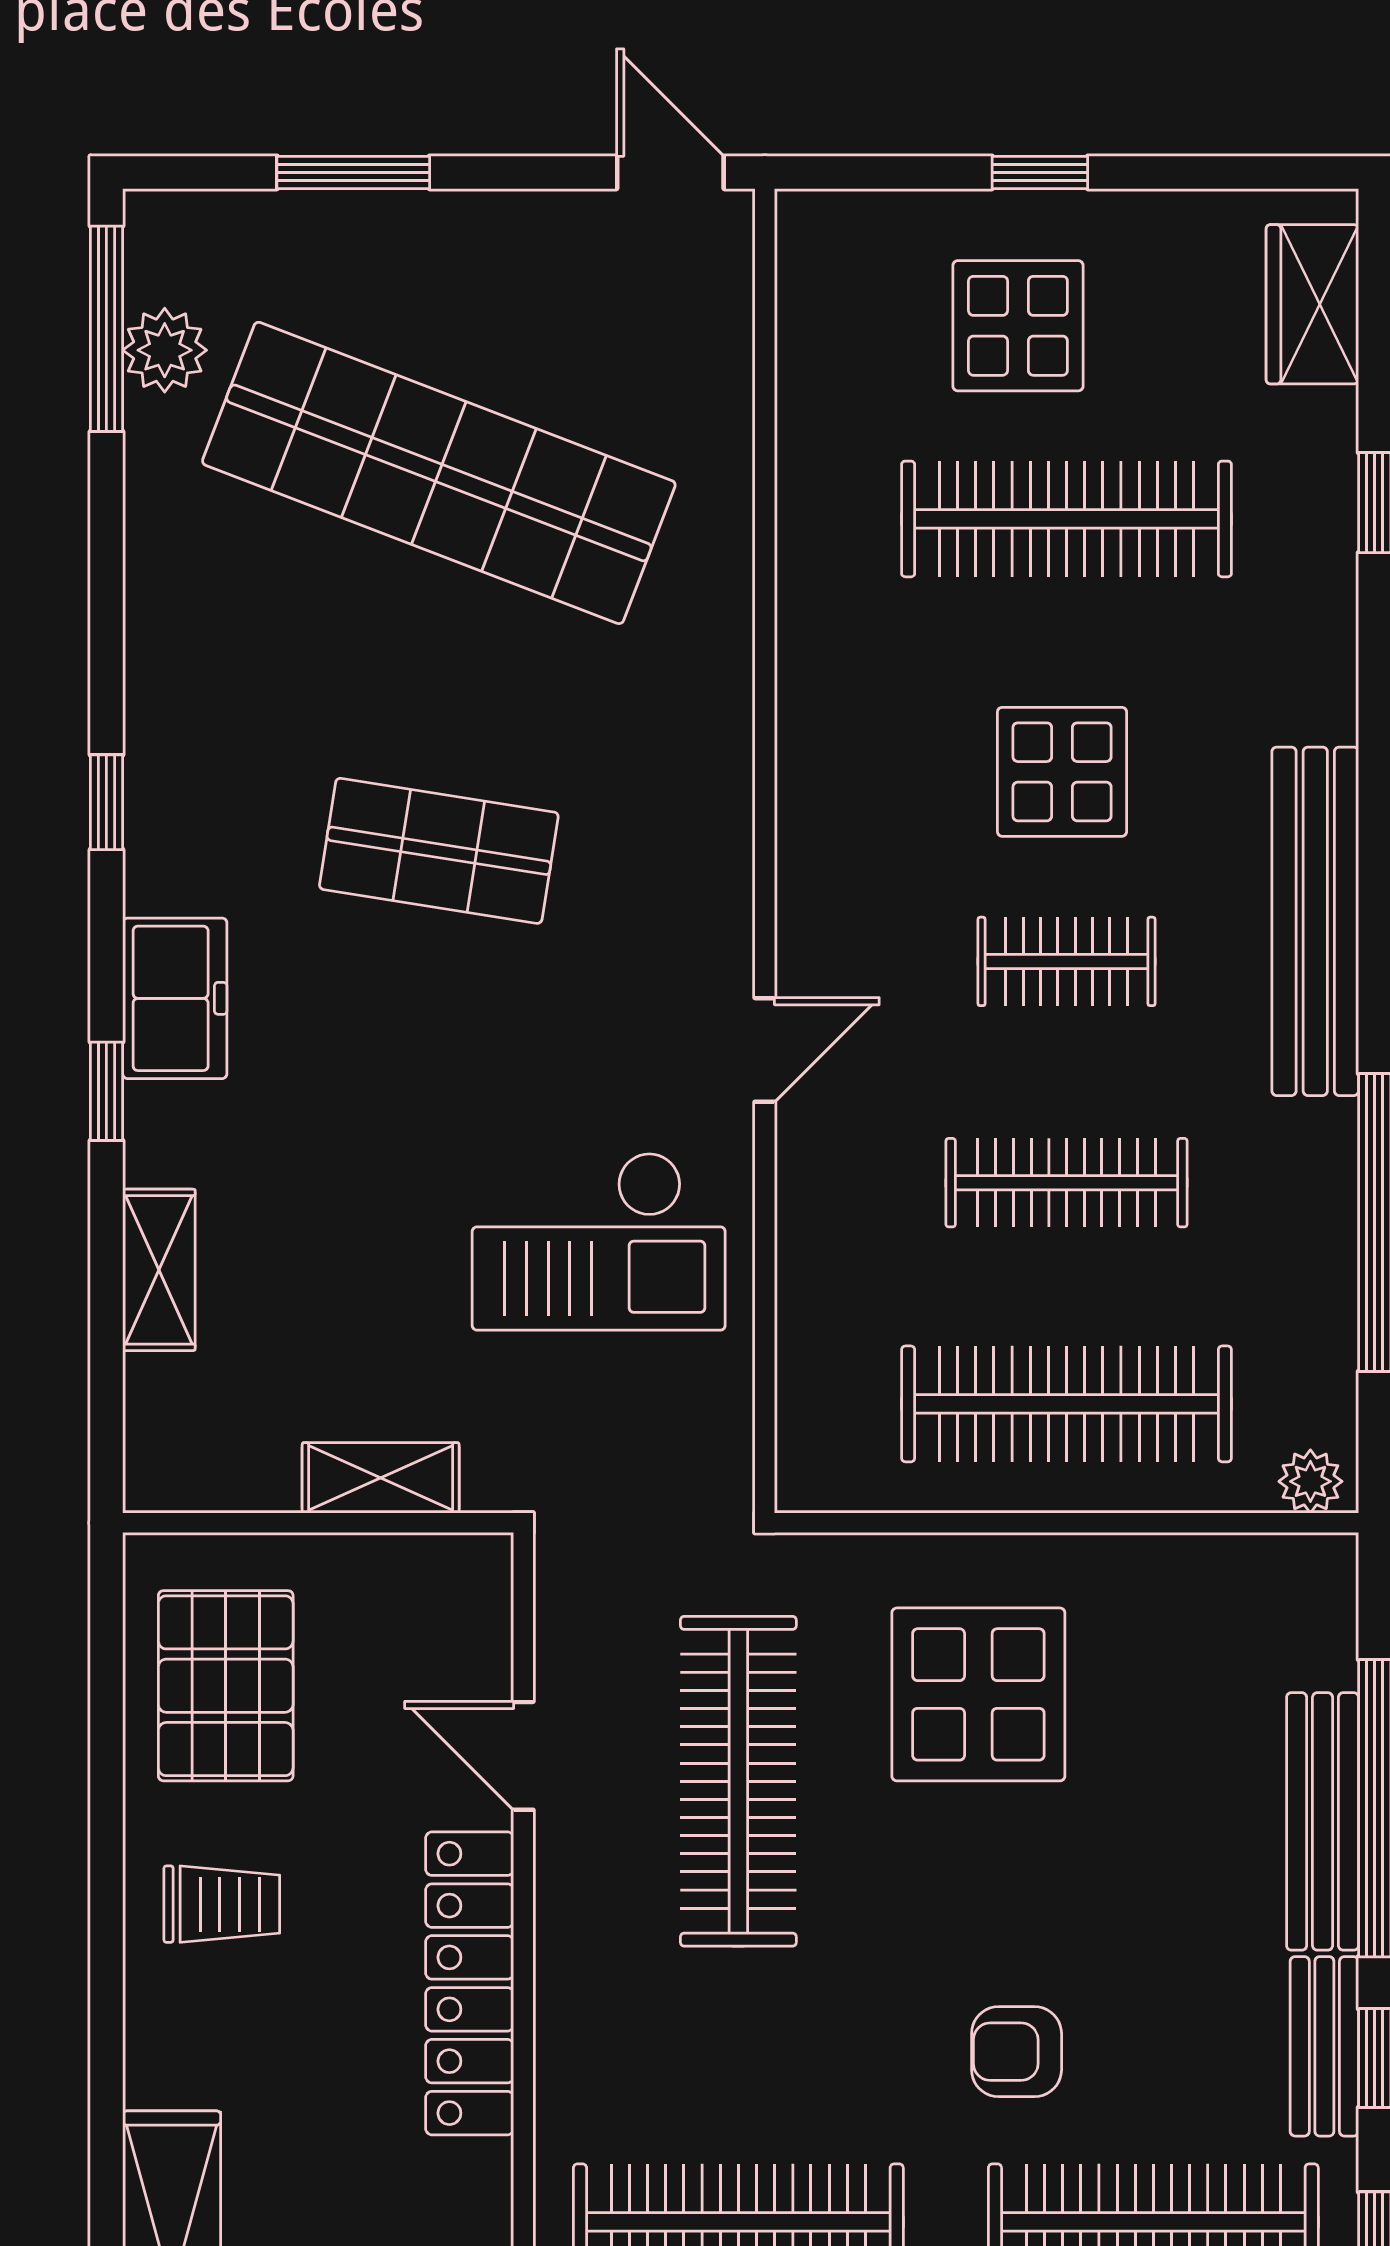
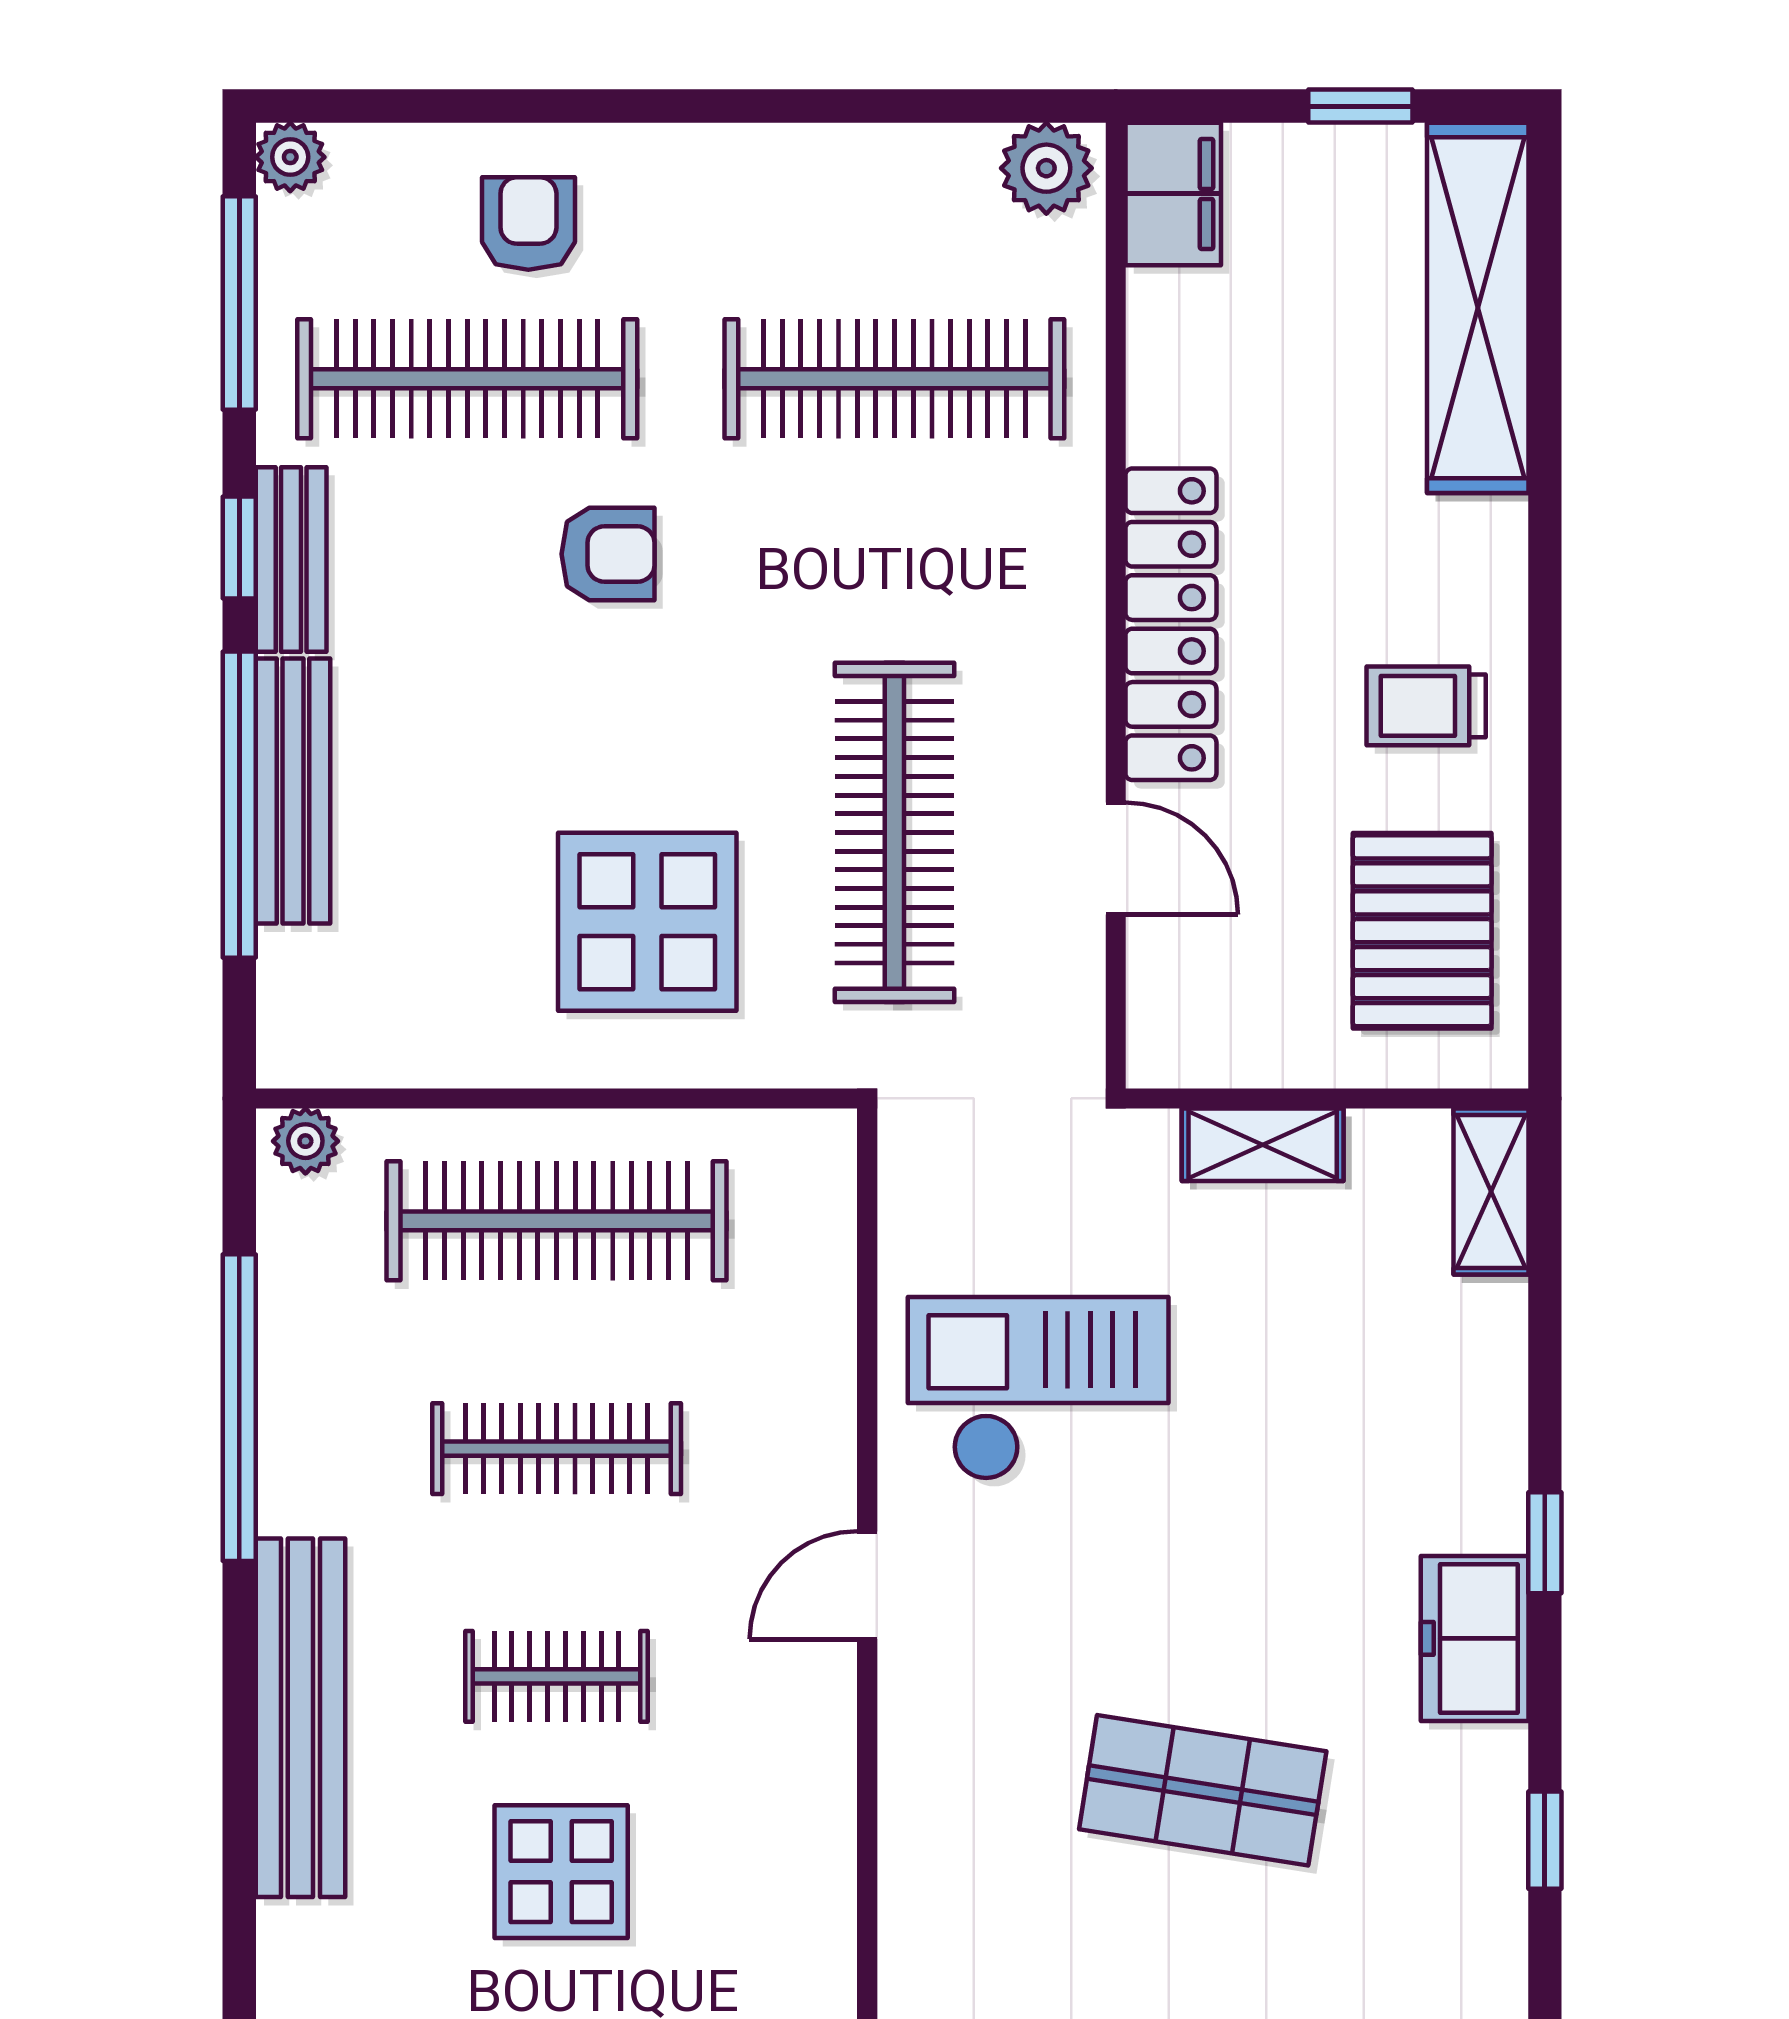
shelving: (159, 1270) -> (1491, 1191), moved

